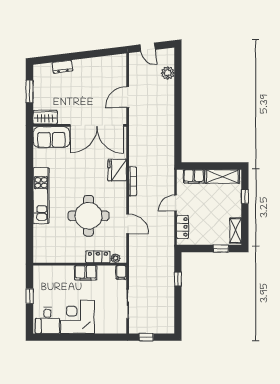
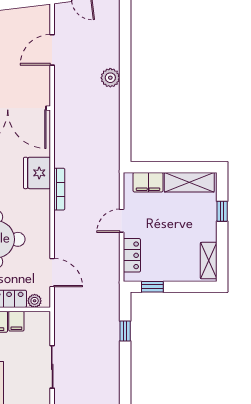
plant: (168, 73) -> (110, 78), moved
door: (128, 97) -> (52, 50), moved
door: (128, 224) -> (52, 273), moved
window: (221, 249) -> (152, 287), moved
filing cabinet: (121, 272) -> (16, 321), moved

